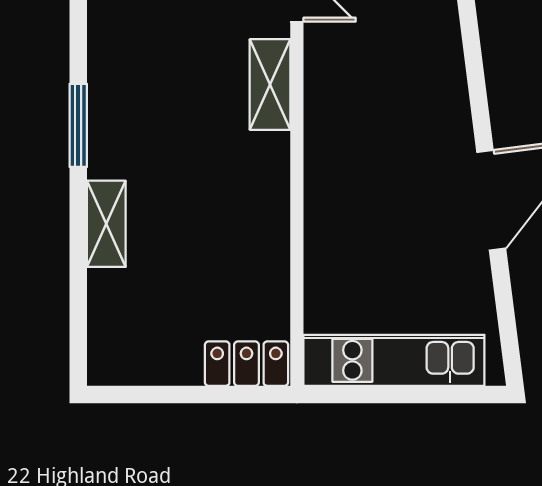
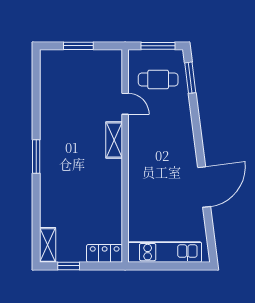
shelving: (106, 224) -> (48, 245), moved
window: (158, 395) -> (69, 266), added

